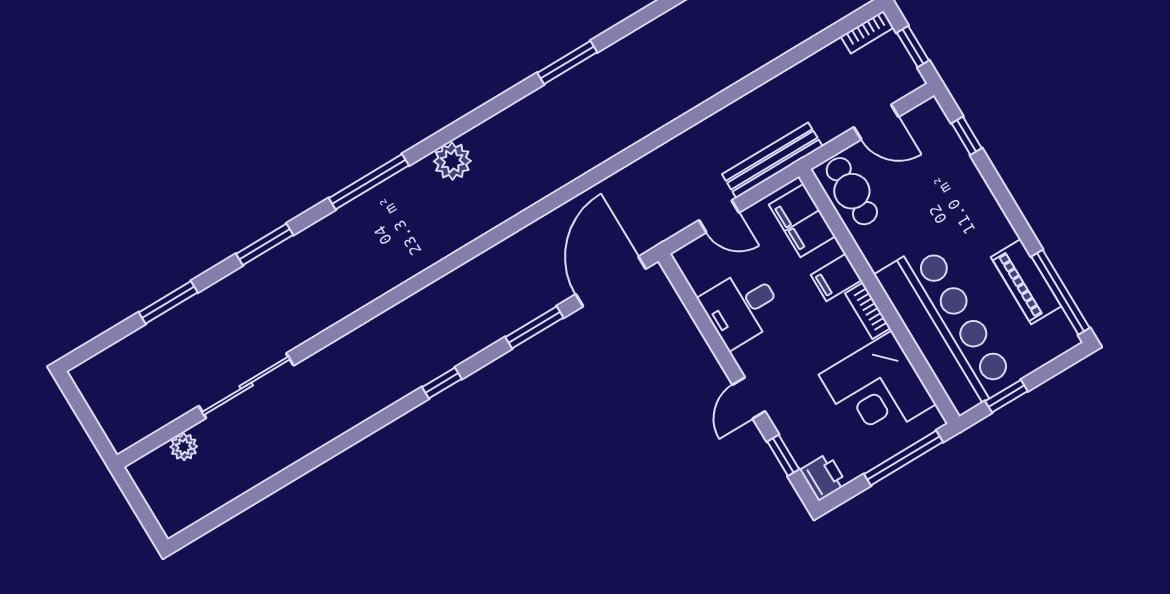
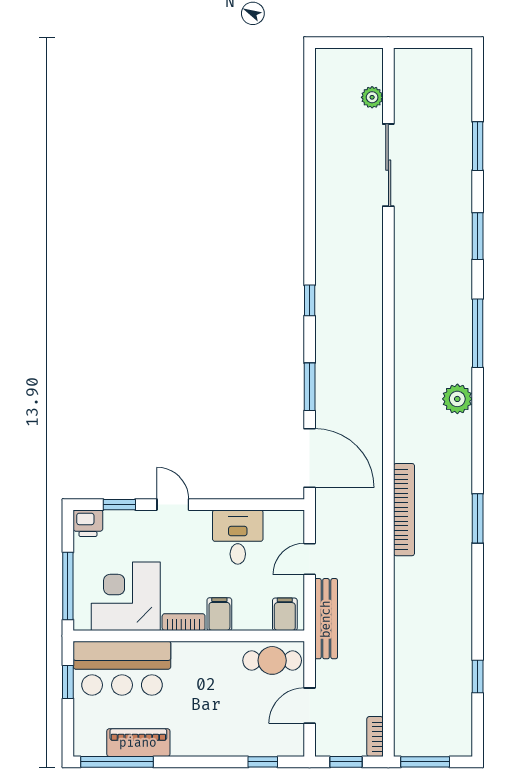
bookcase: (605, 147) -> (404, 510), added
filing cabinet: (802, 220) -> (285, 614), width x0.50
bar counter: (945, 328) -> (122, 668), width x0.73

